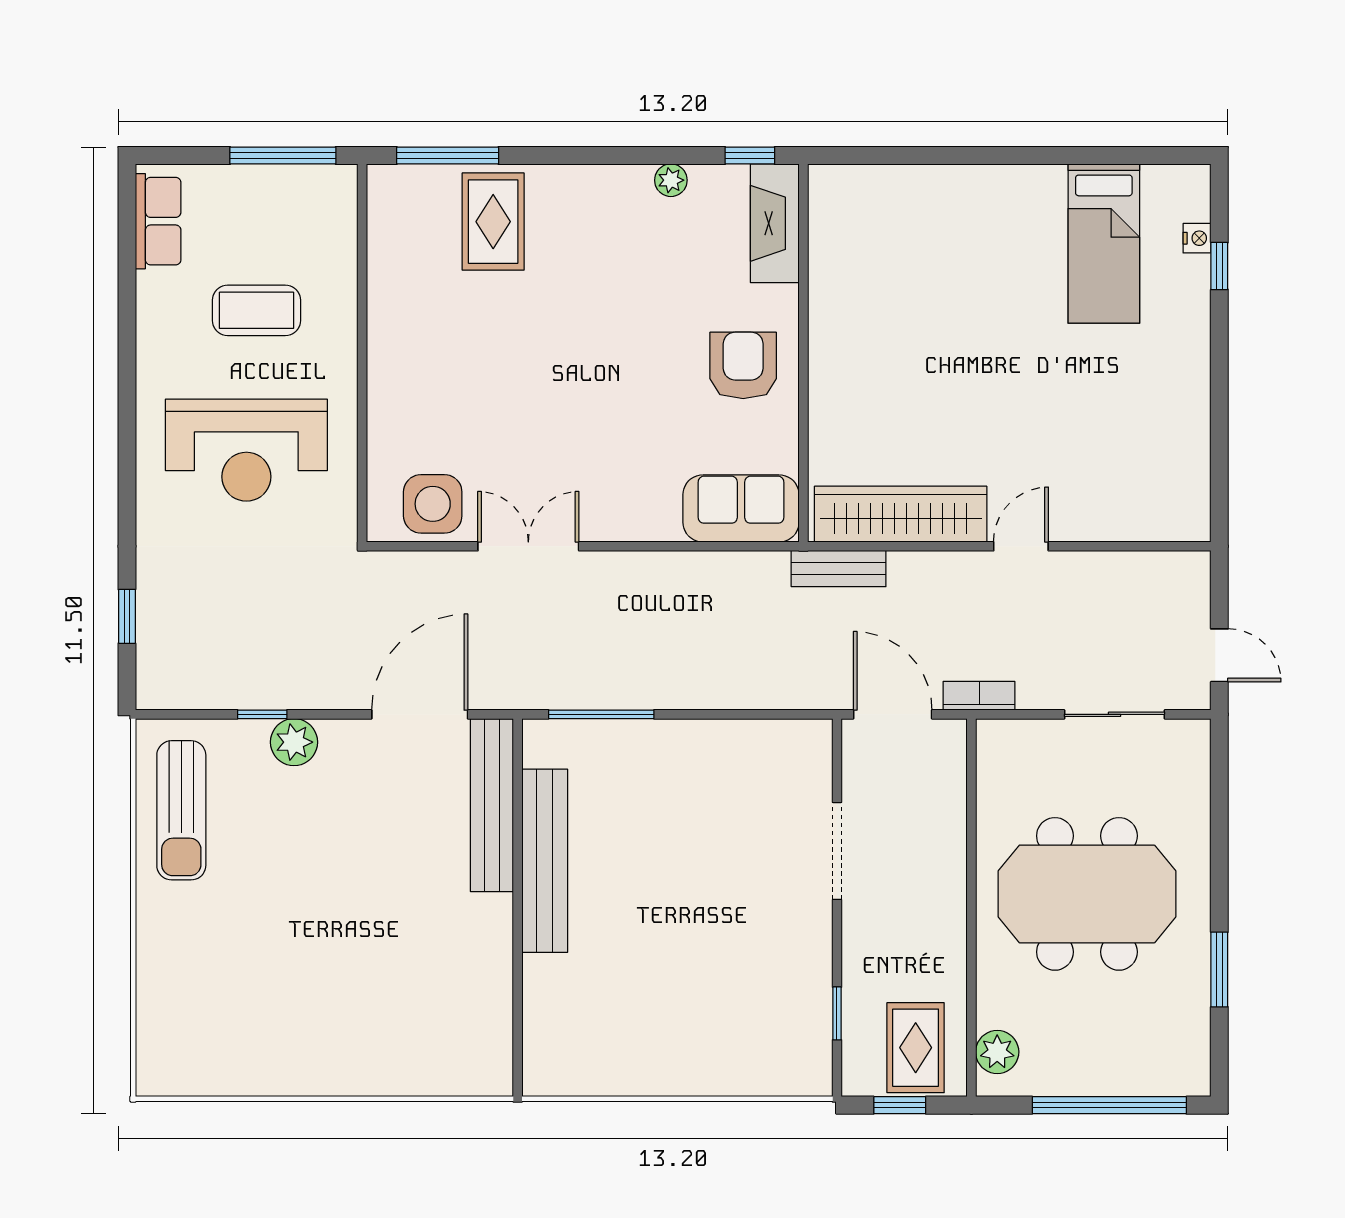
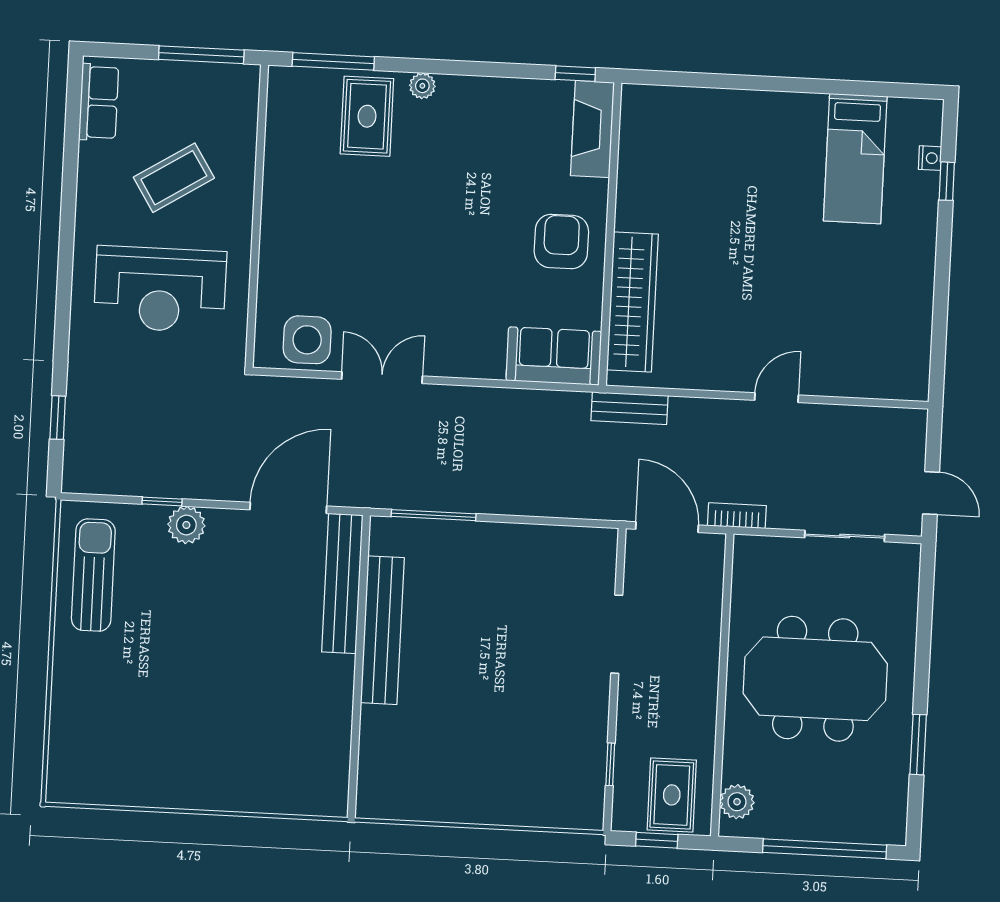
plant: (671, 180) -> (422, 86), moved
coffee table: (256, 310) -> (174, 178), turned -32
wardrobe: (901, 514) -> (632, 302), moved, turned 90
sun lounger: (181, 810) -> (93, 575), turned 180

